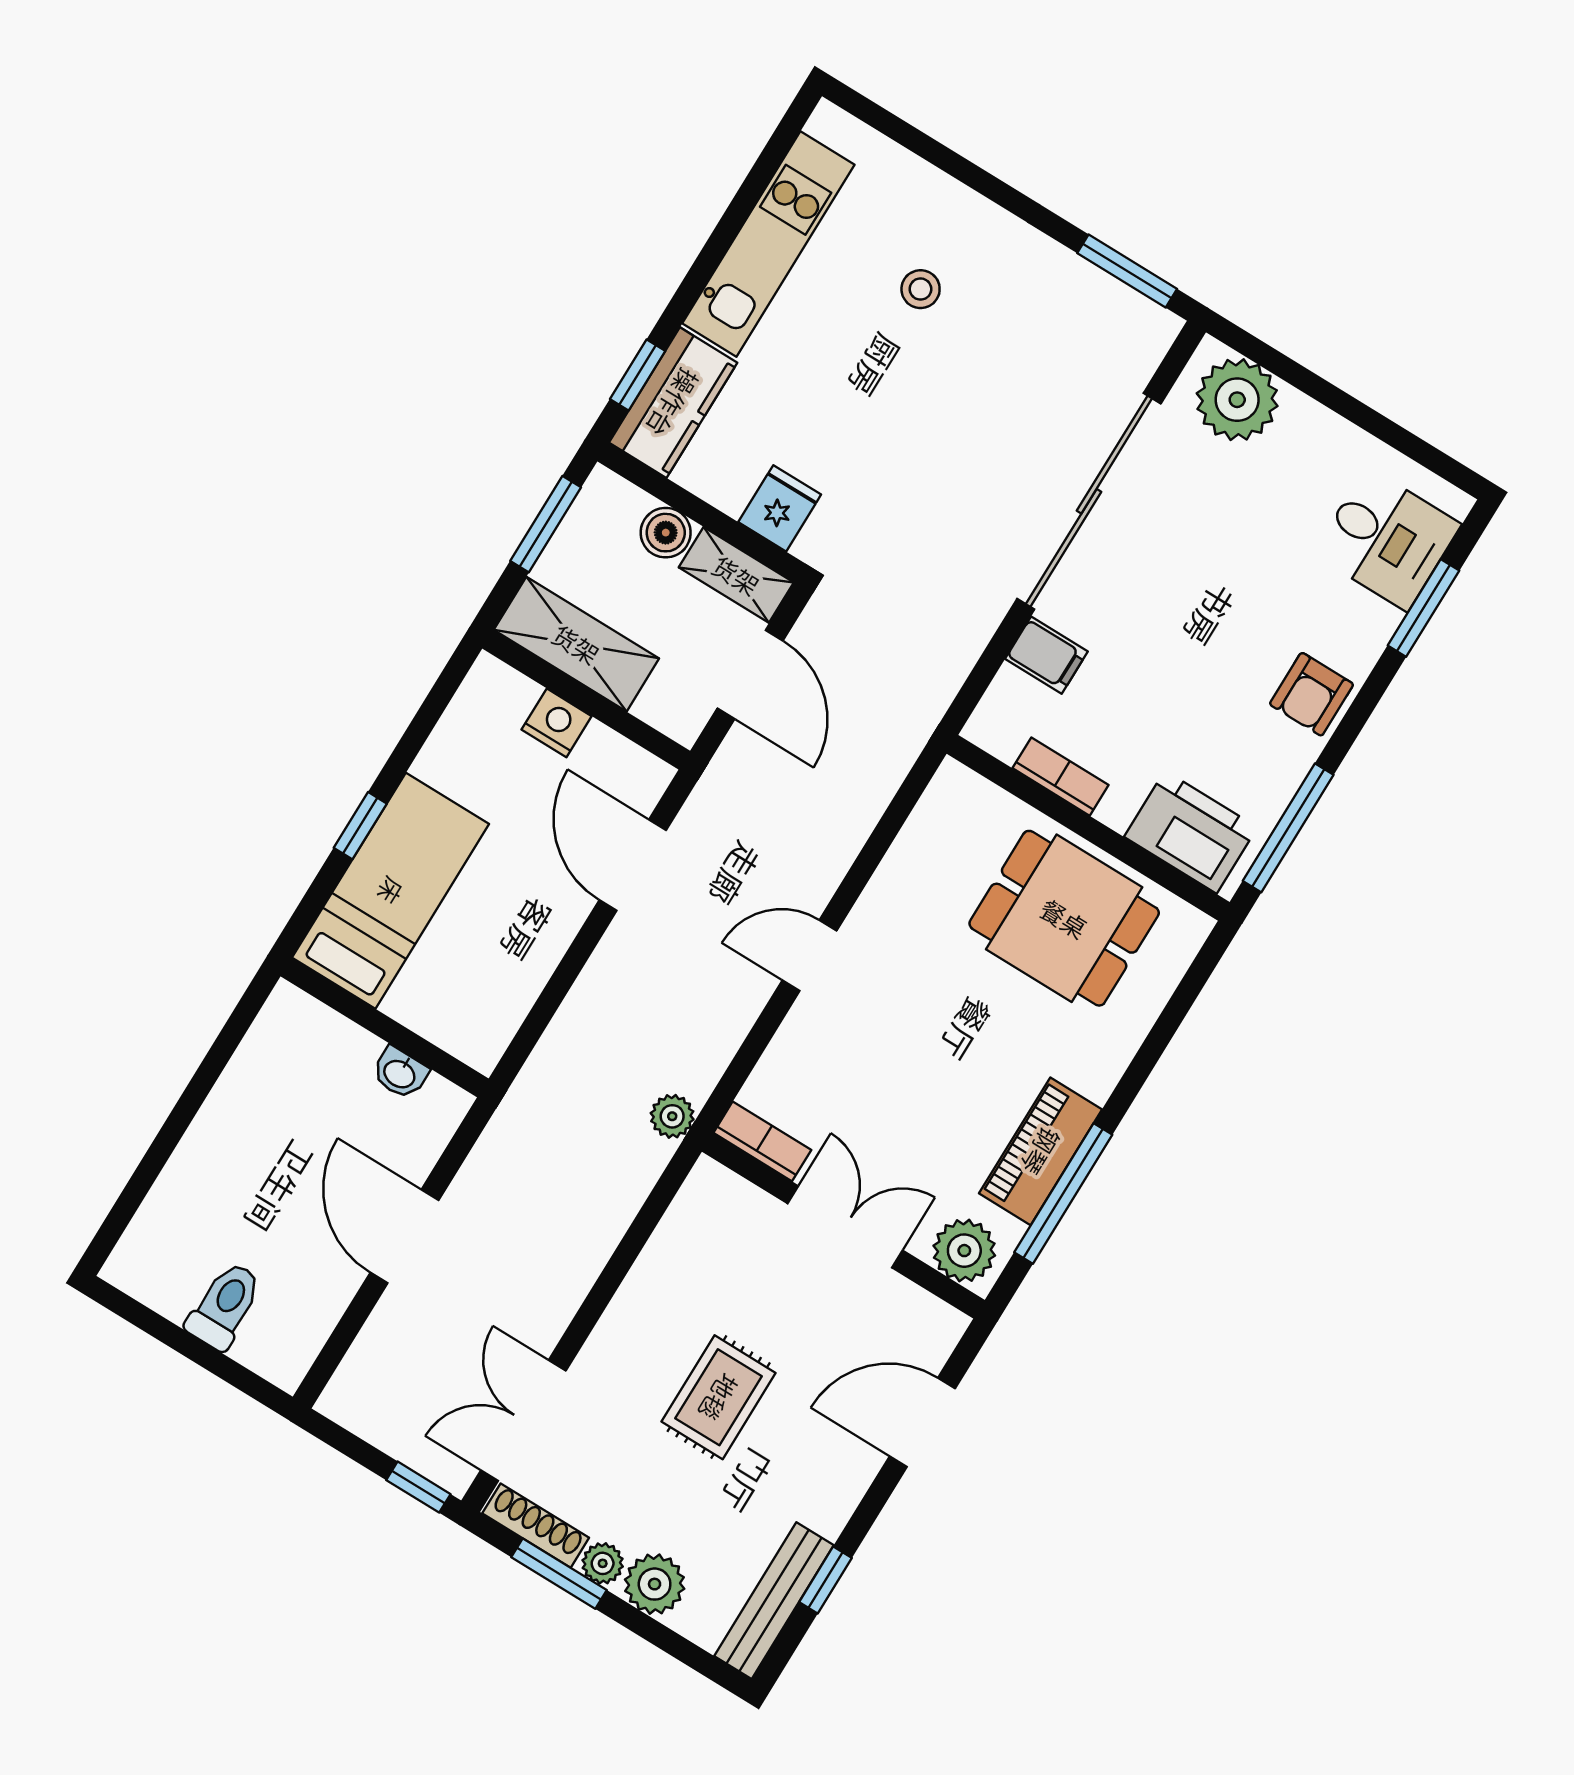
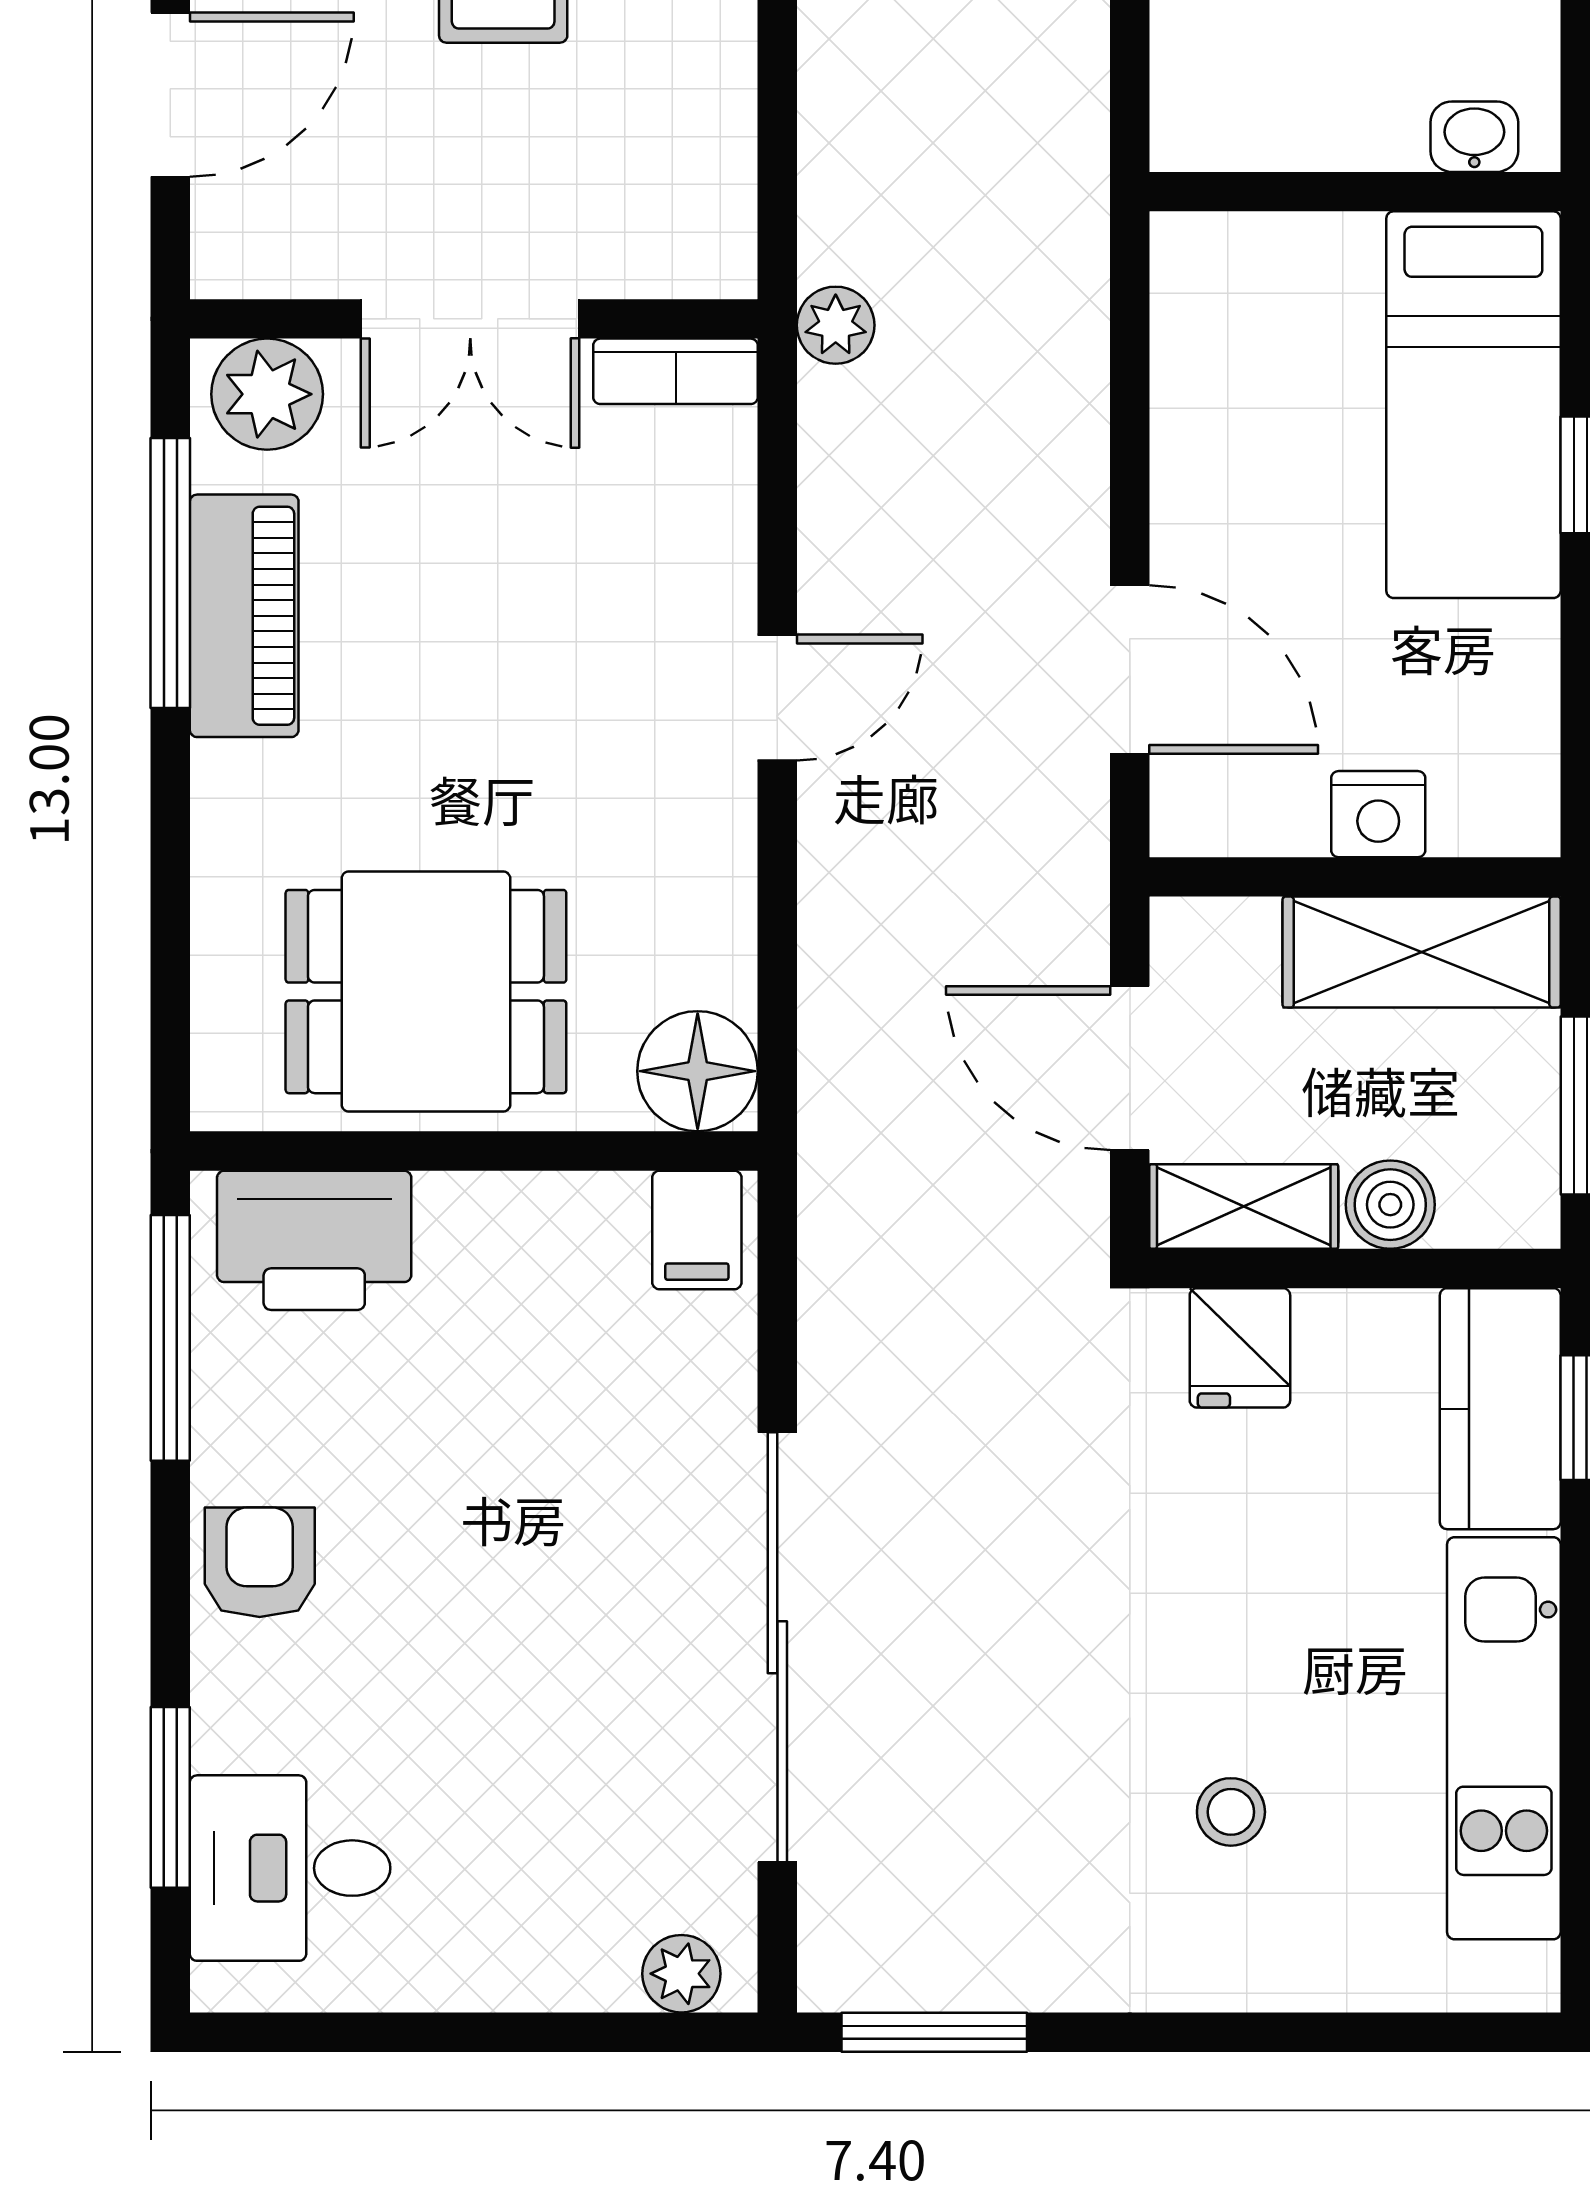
plant: (1237, 400) -> (681, 1974), width x0.53, depth x0.53
filing cabinet: (1046, 655) -> (697, 1230), moved, turned -90
bookcase: (1060, 777) -> (564, 1203), removed
floor lamp: (958, 800) -> (698, 1071), added
washbasin: (400, 1073) -> (1474, 137), moved

